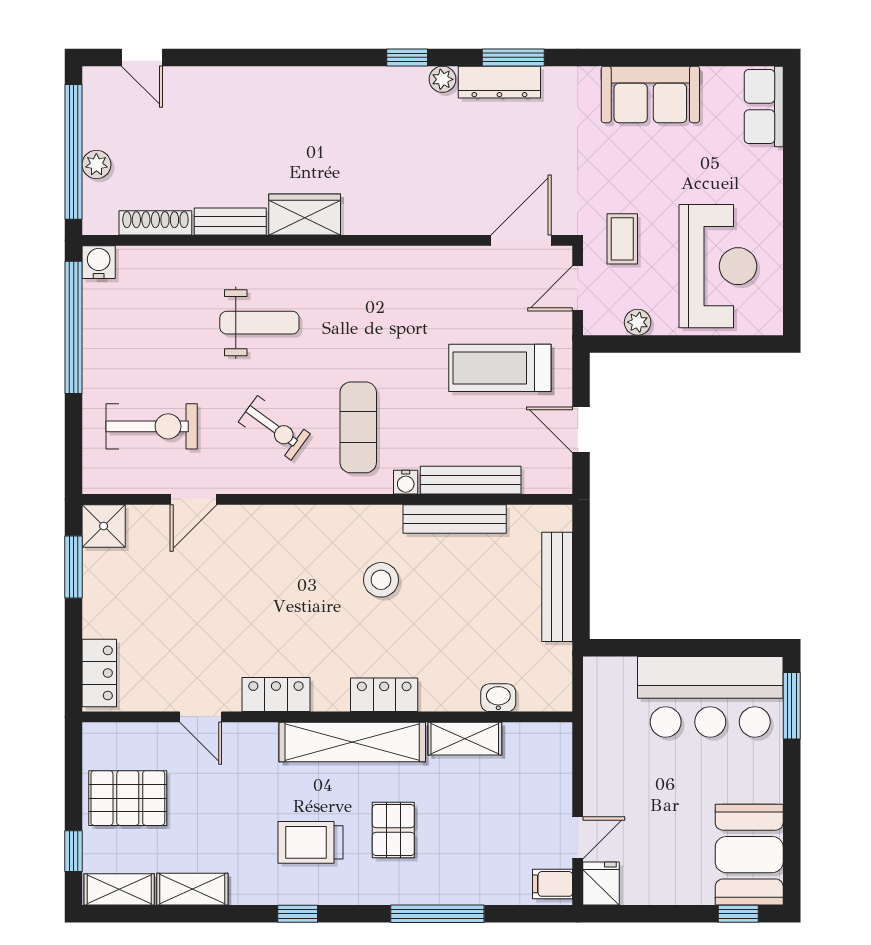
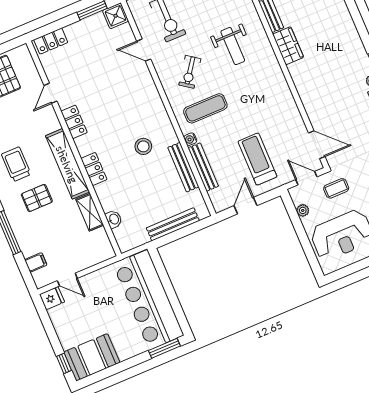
bar counter: (710, 697) -> (148, 300), width x1.36
filing cabinet: (553, 884) -> (36, 262), moved, turned 90

